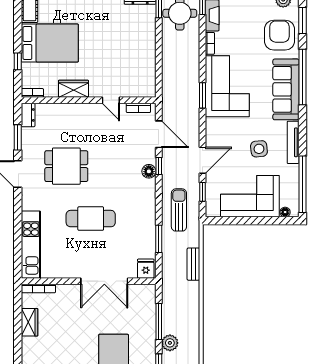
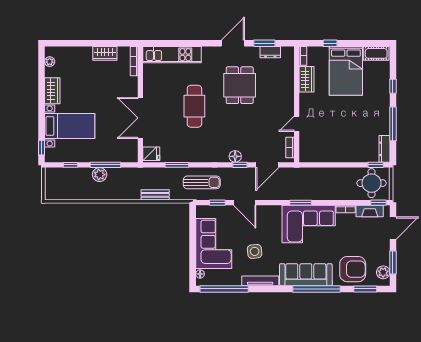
wardrobe: (73, 89) -> (307, 79), moved
dresser: (28, 115) -> (270, 52), moved
plant: (170, 343) -> (100, 175), moved

